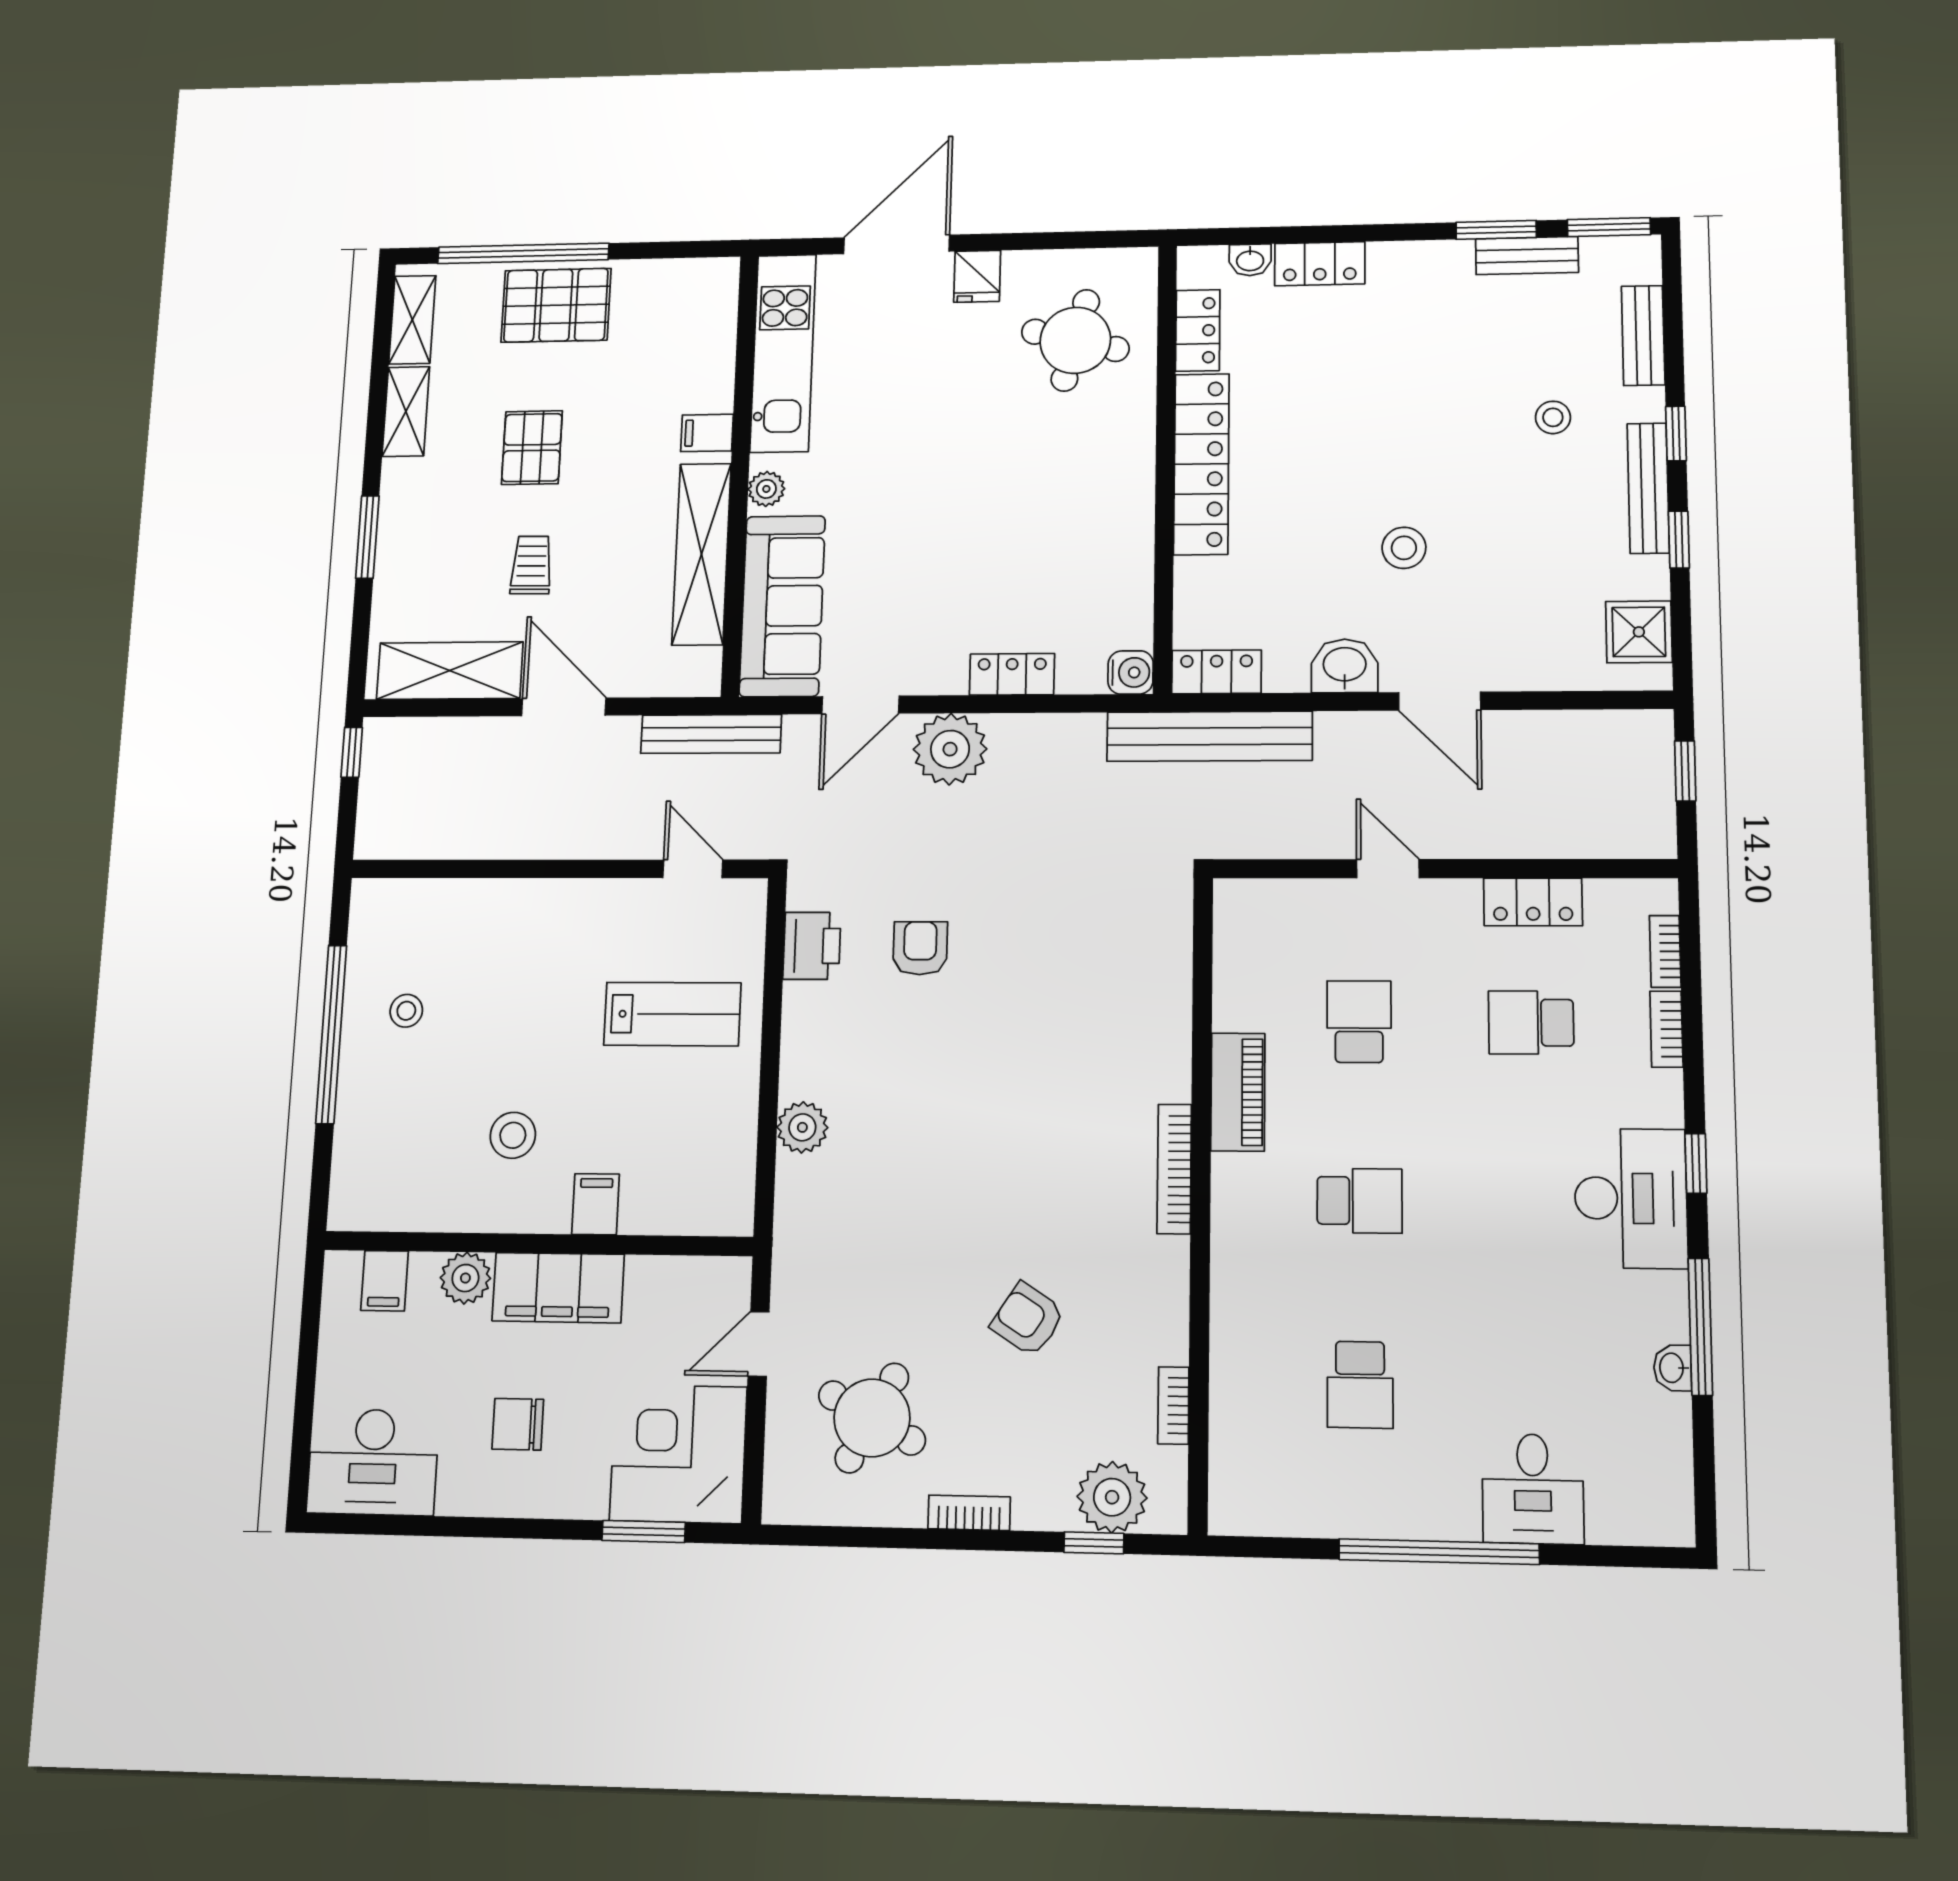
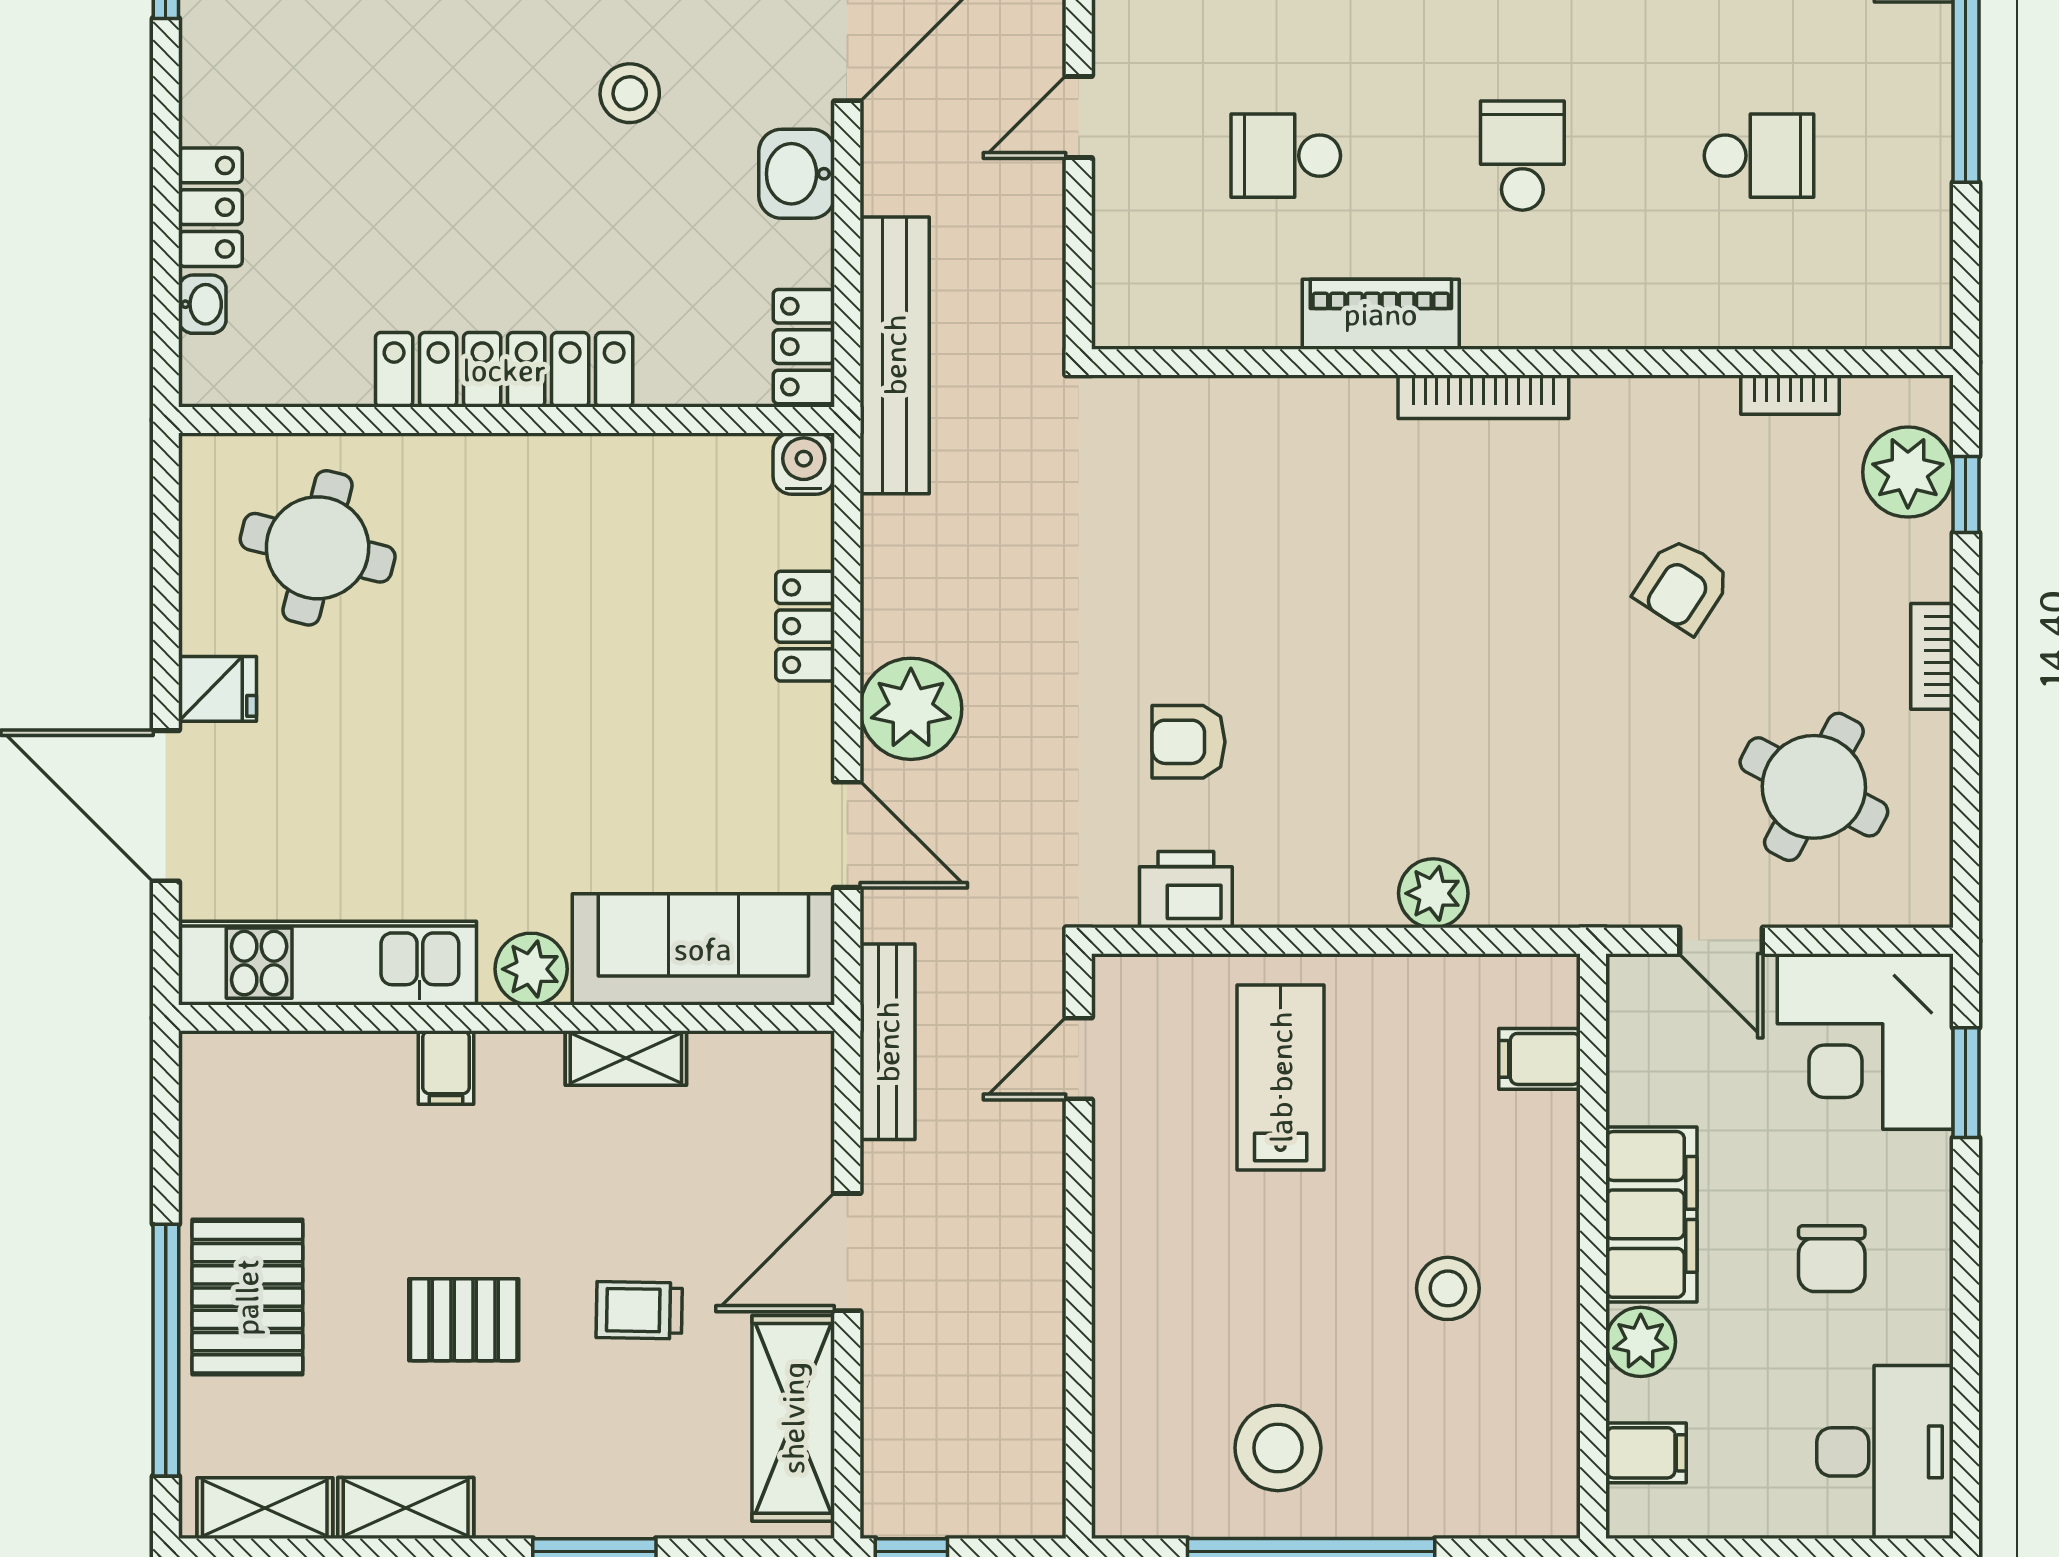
locker: (1198, 330) -> (306, 377), removed
plant: (766, 489) -> (531, 969), width x1.38, depth x1.38
shelving: (702, 554) -> (626, 1058), width x0.45, depth x0.75
stool: (406, 1011) -> (1278, 1448), width x1.89, depth x1.89
filing cabinet: (596, 1204) -> (1540, 1059), moved

